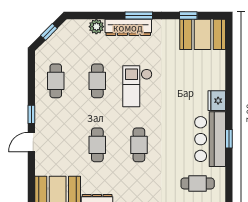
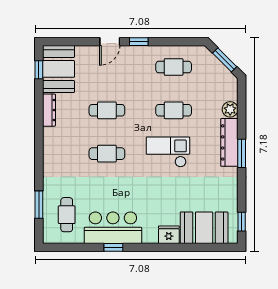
window: (188, 16) -> (242, 222), moved
window: (49, 32) -> (225, 60), width x1.50
booth: (203, 34) -> (204, 228), moved, turned 90
fridge: (217, 101) -> (169, 235), moved
door: (31, 142) -> (110, 42), swing flipped

